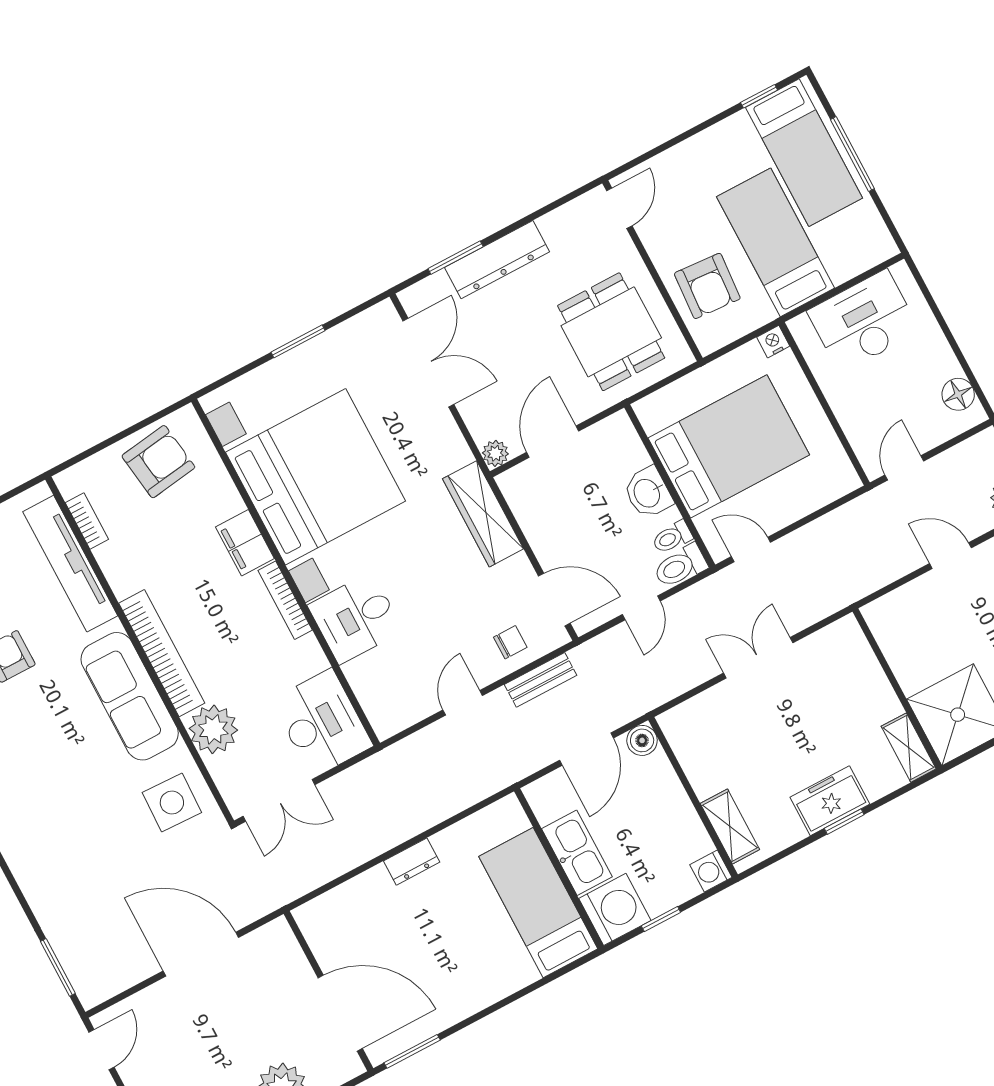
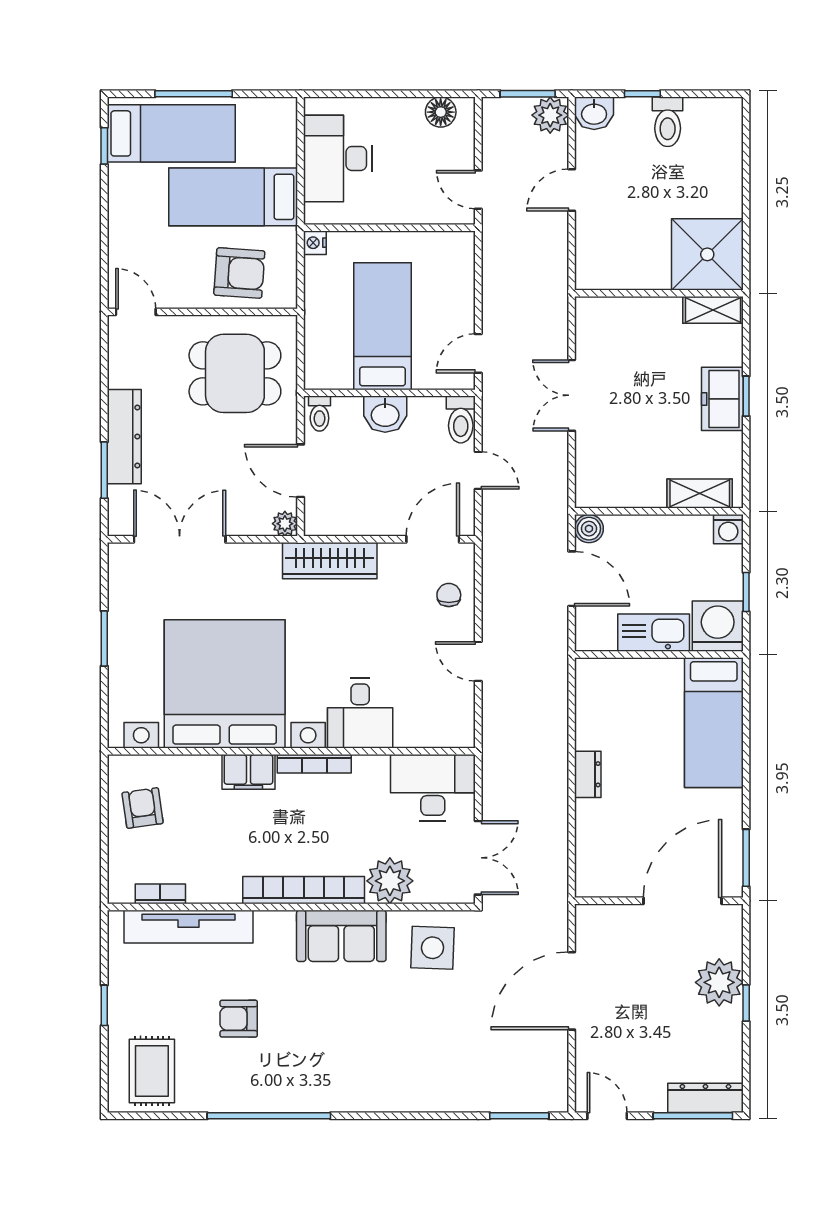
bed: (729, 446) -> (382, 326), width x0.67
armchair: (158, 462) -> (143, 808), width x0.72, depth x0.72
toilet: (672, 537) -> (319, 414), moved
bench: (541, 680) -> (494, 586), removed
sofa: (130, 696) -> (341, 936), width x0.73
bed: (538, 903) -> (714, 723), moved, turned -90

